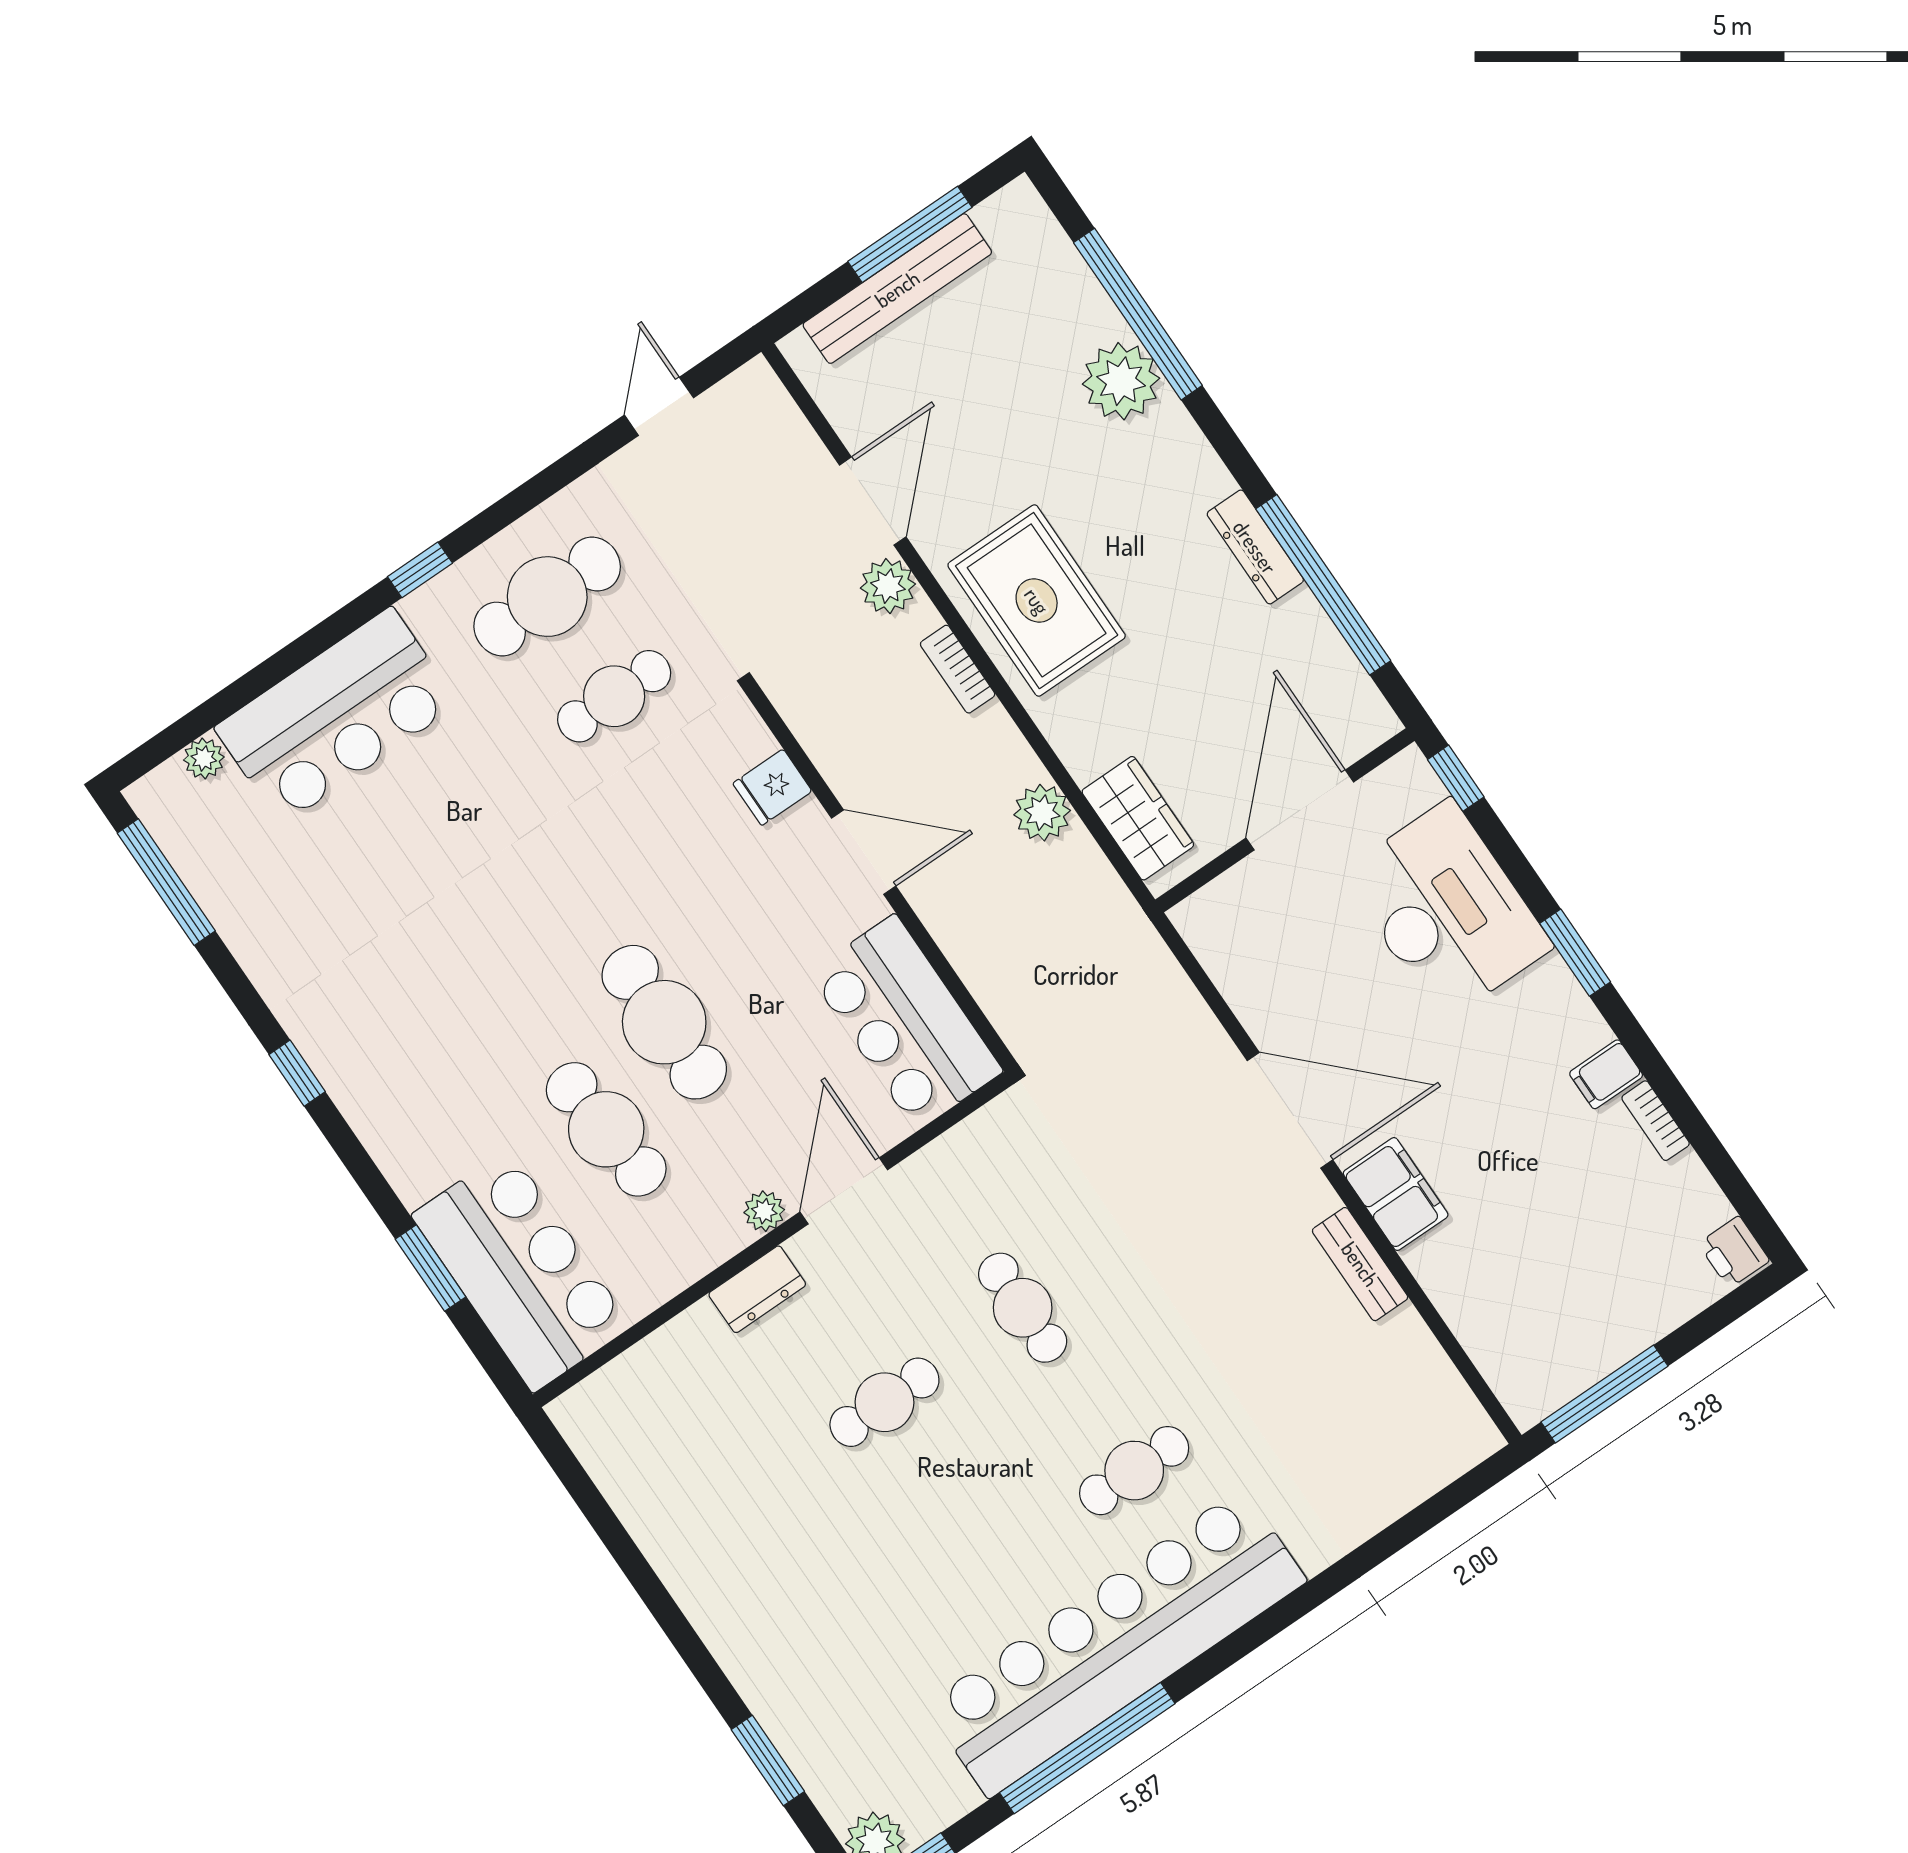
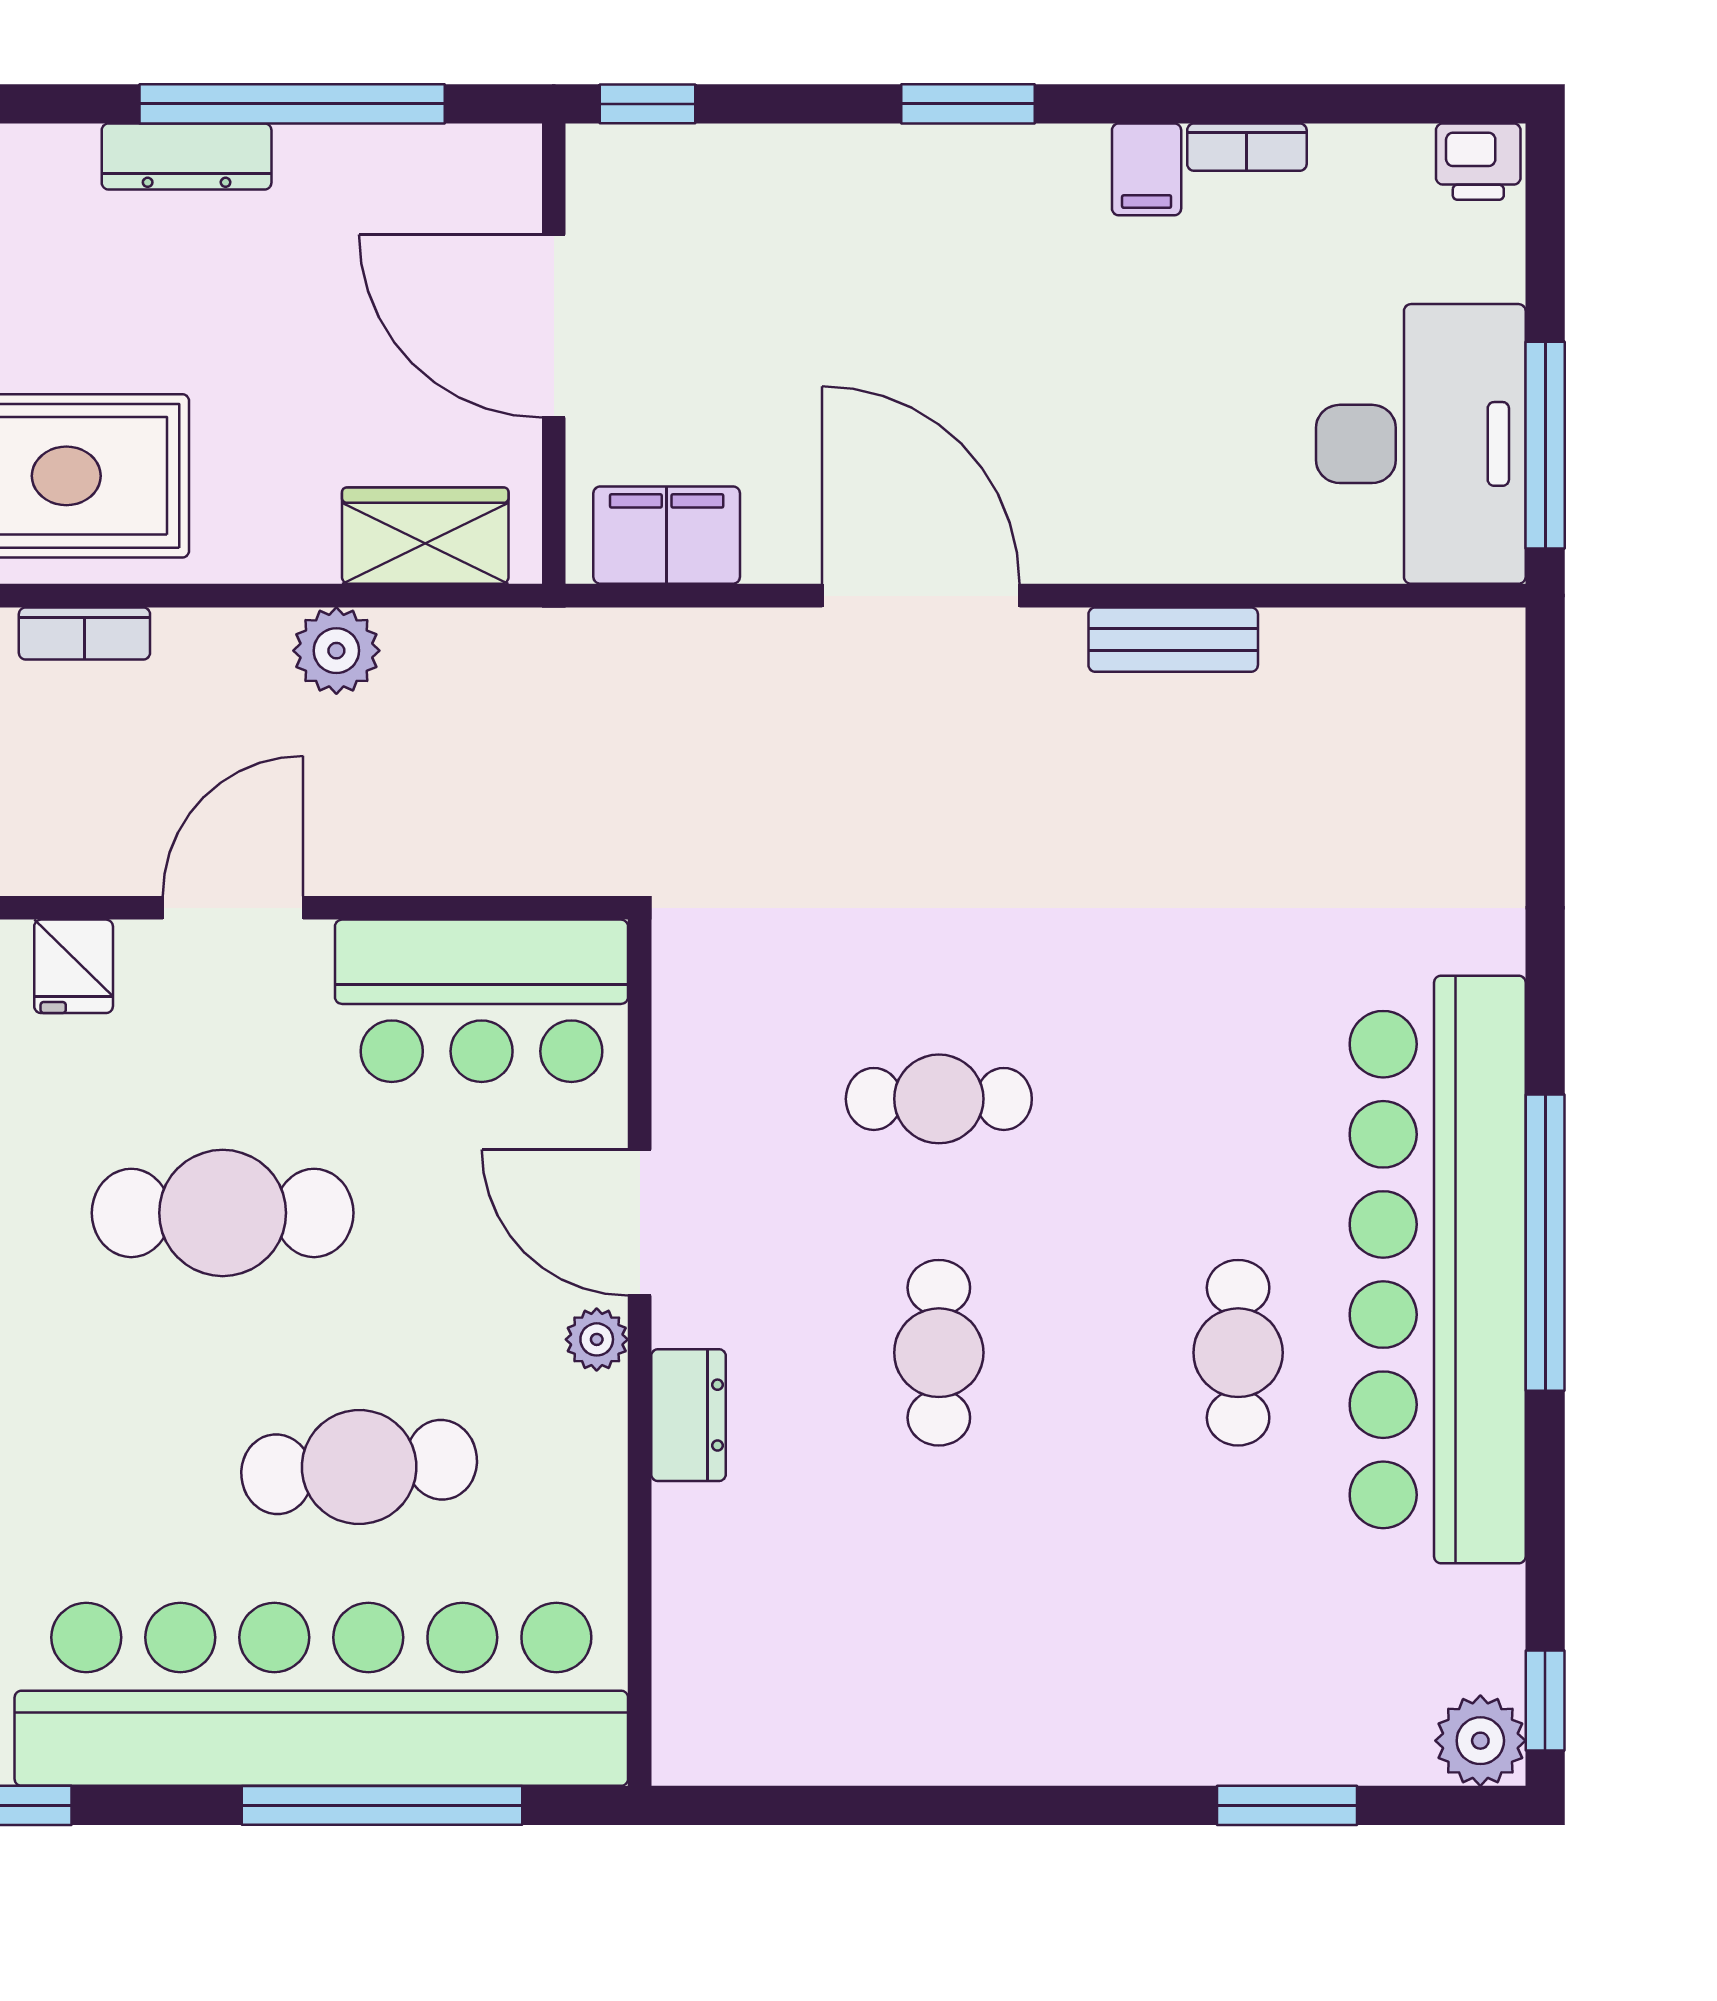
desk: (1447, 910) -> (1421, 444), moved, turned 90
cafe table: (664, 1022) -> (223, 1213), moved
door: (1290, 1110) -> (921, 596), hinge flipped
filing cabinet: (1396, 1194) -> (667, 535), moved
window: (430, 1268) -> (382, 1805), width x2.11
bar counter: (521, 1271) -> (321, 1694), width x1.86
cafe table: (1134, 1471) -> (1238, 1353), moved
window: (1087, 1748) -> (1545, 1243), moved

